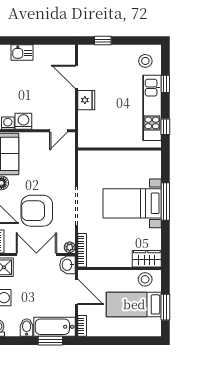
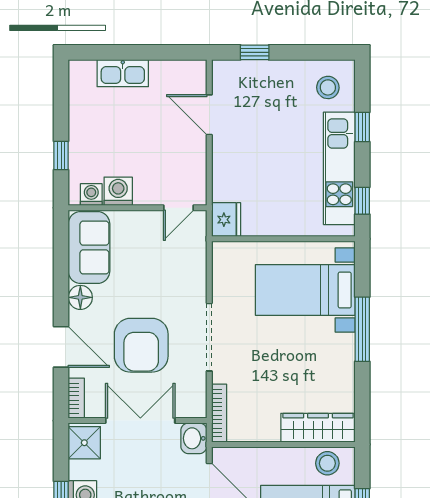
kitchen sink: (22, 53) -> (123, 73), width x1.38
fridge: (86, 100) -> (226, 220), moved
bed with nightstands: (132, 203) -> (305, 290), moved
armchair: (37, 211) -> (141, 345), turned -90
plant: (70, 247) -> (198, 408), removed
wardrobe: (147, 259) -> (318, 428), width x1.50

